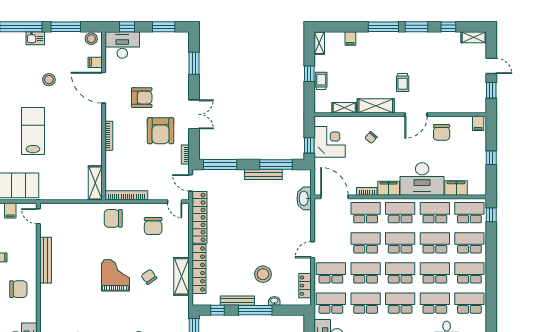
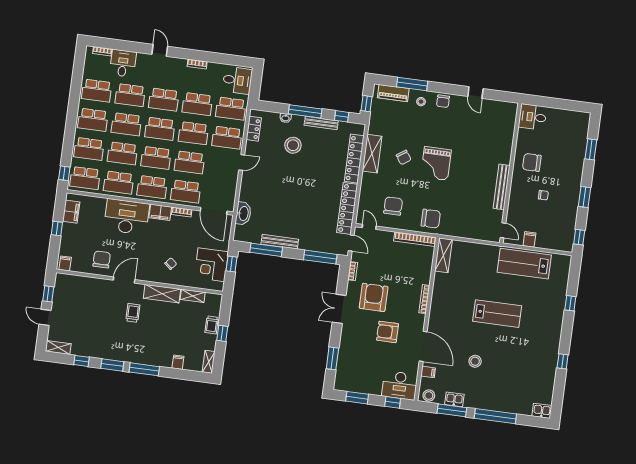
kitchen sink: (35, 38) -> (454, 399), moved
lab bench: (33, 131) -> (497, 314), turned -90
filing cabinet: (456, 188) -> (71, 212), moved, turned -90

